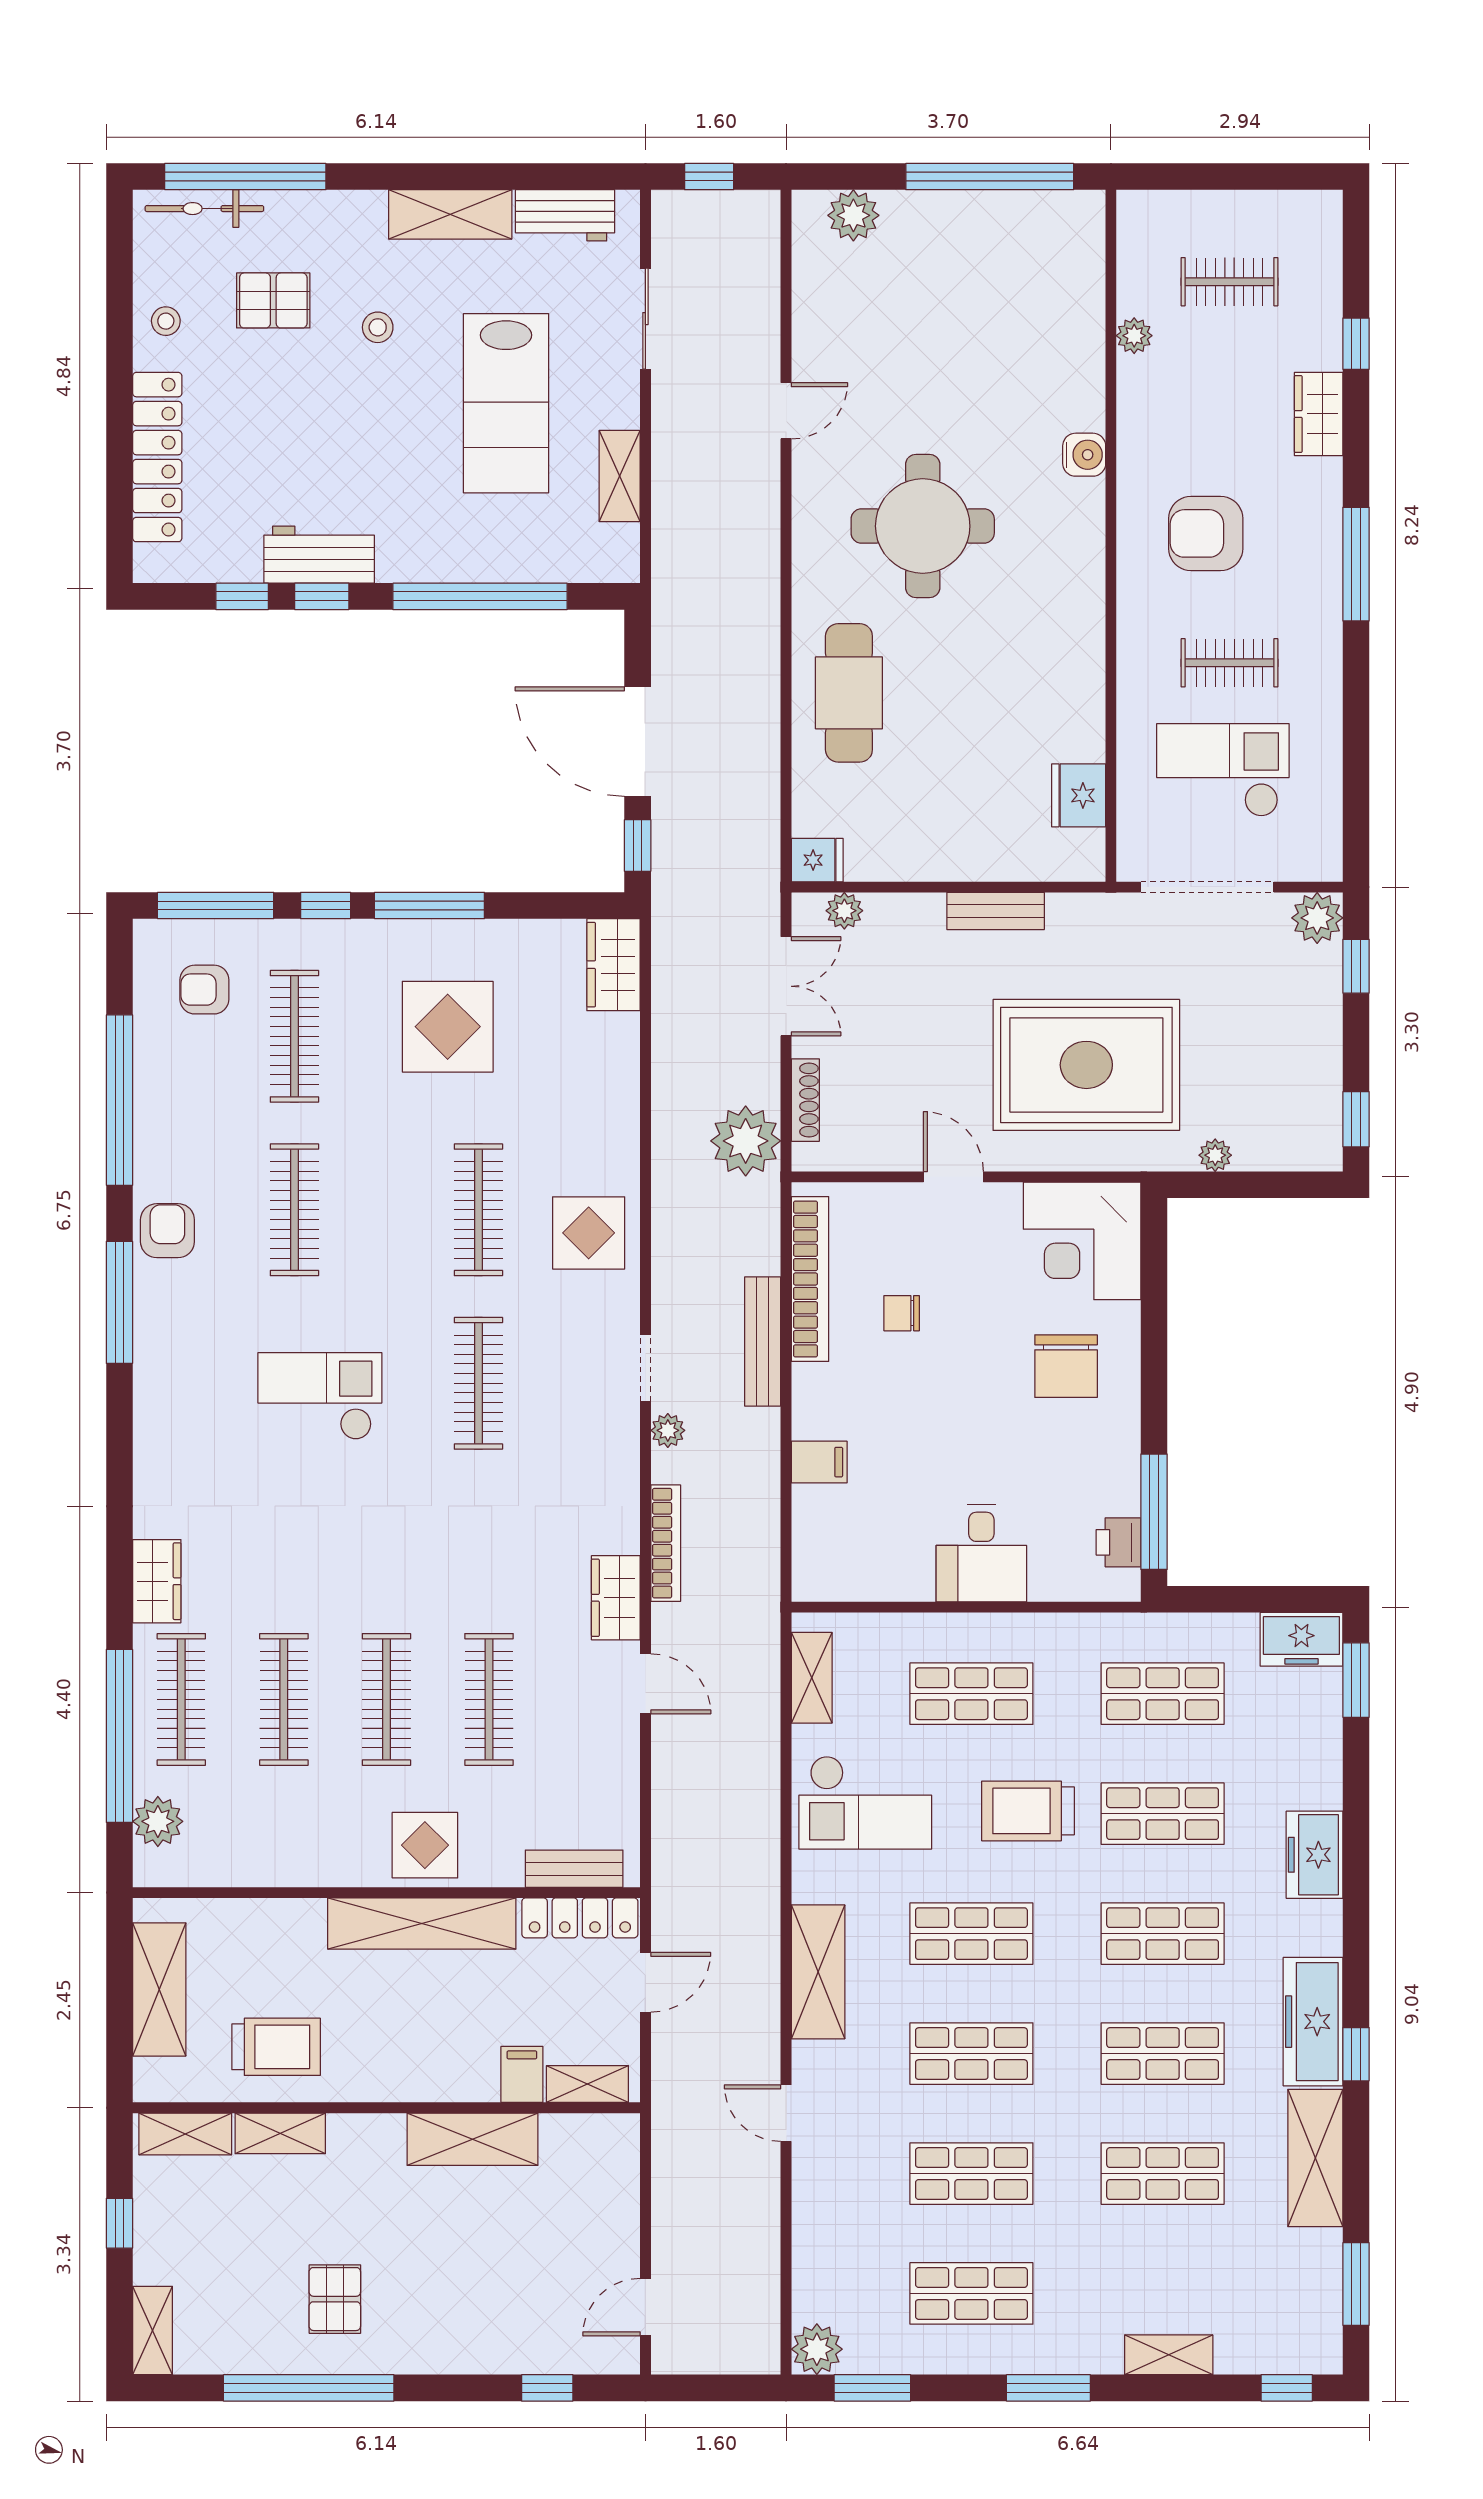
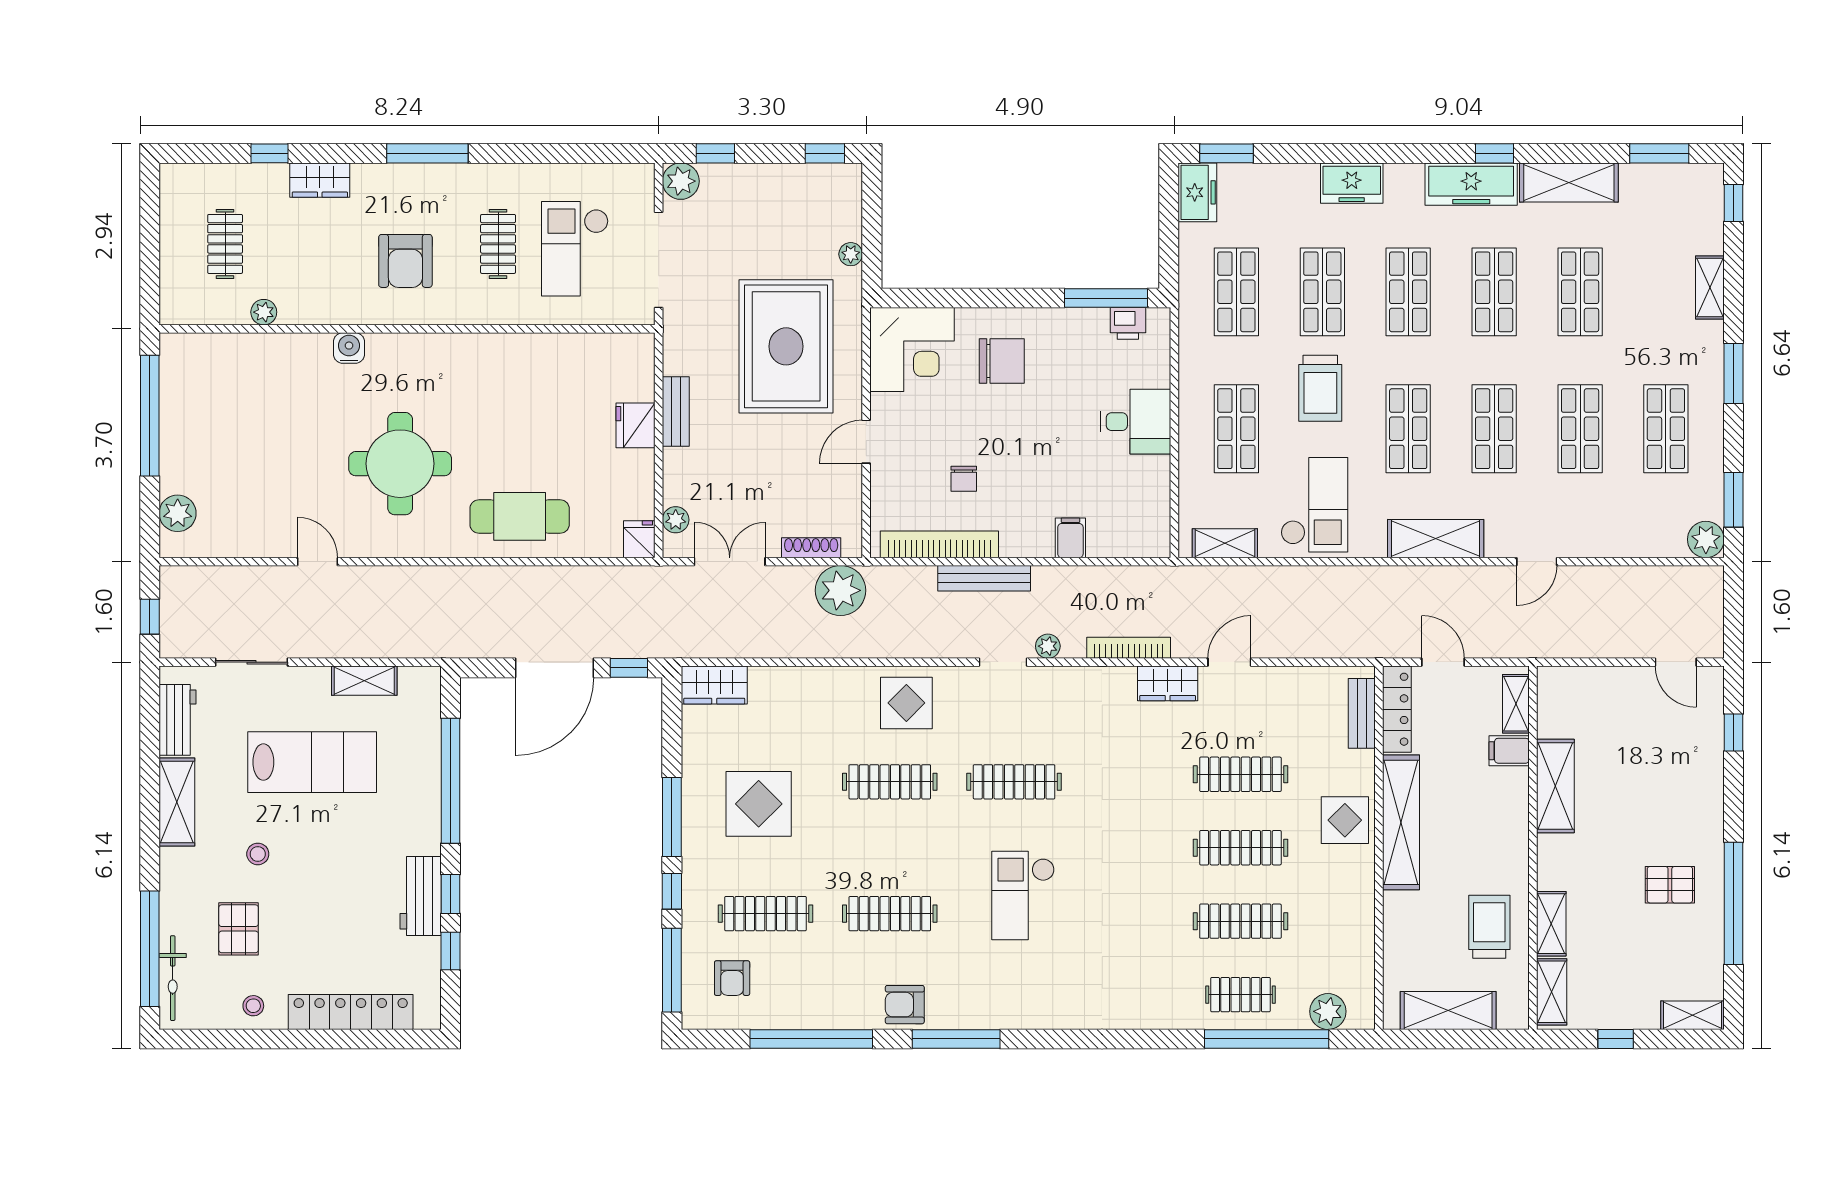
fridge: (1079, 795) -> (635, 425), moved, turned 90
wardrobe: (157, 1581) -> (1156, 1012), removed
clothes rail: (181, 1699) -> (1240, 995), width x0.73

